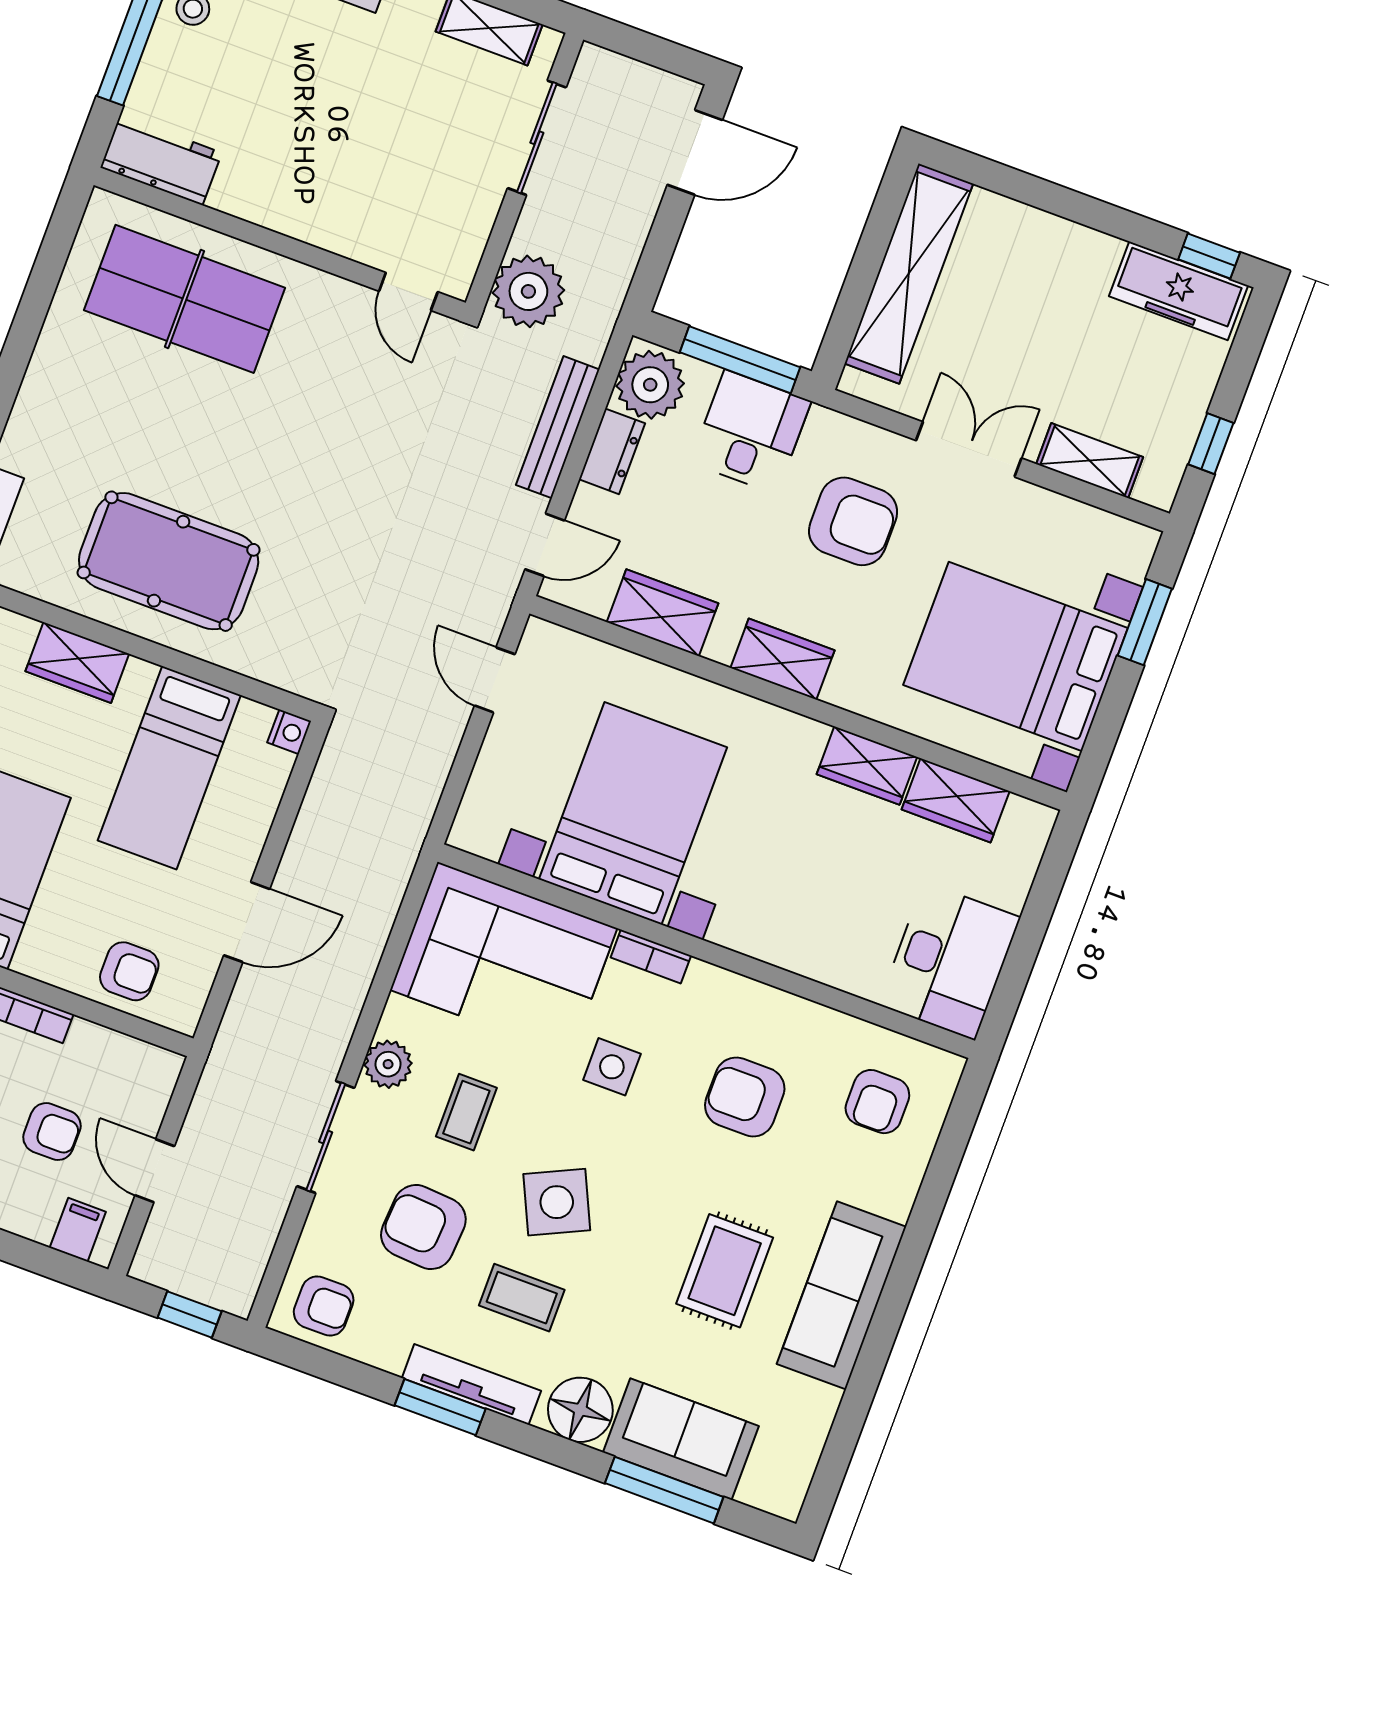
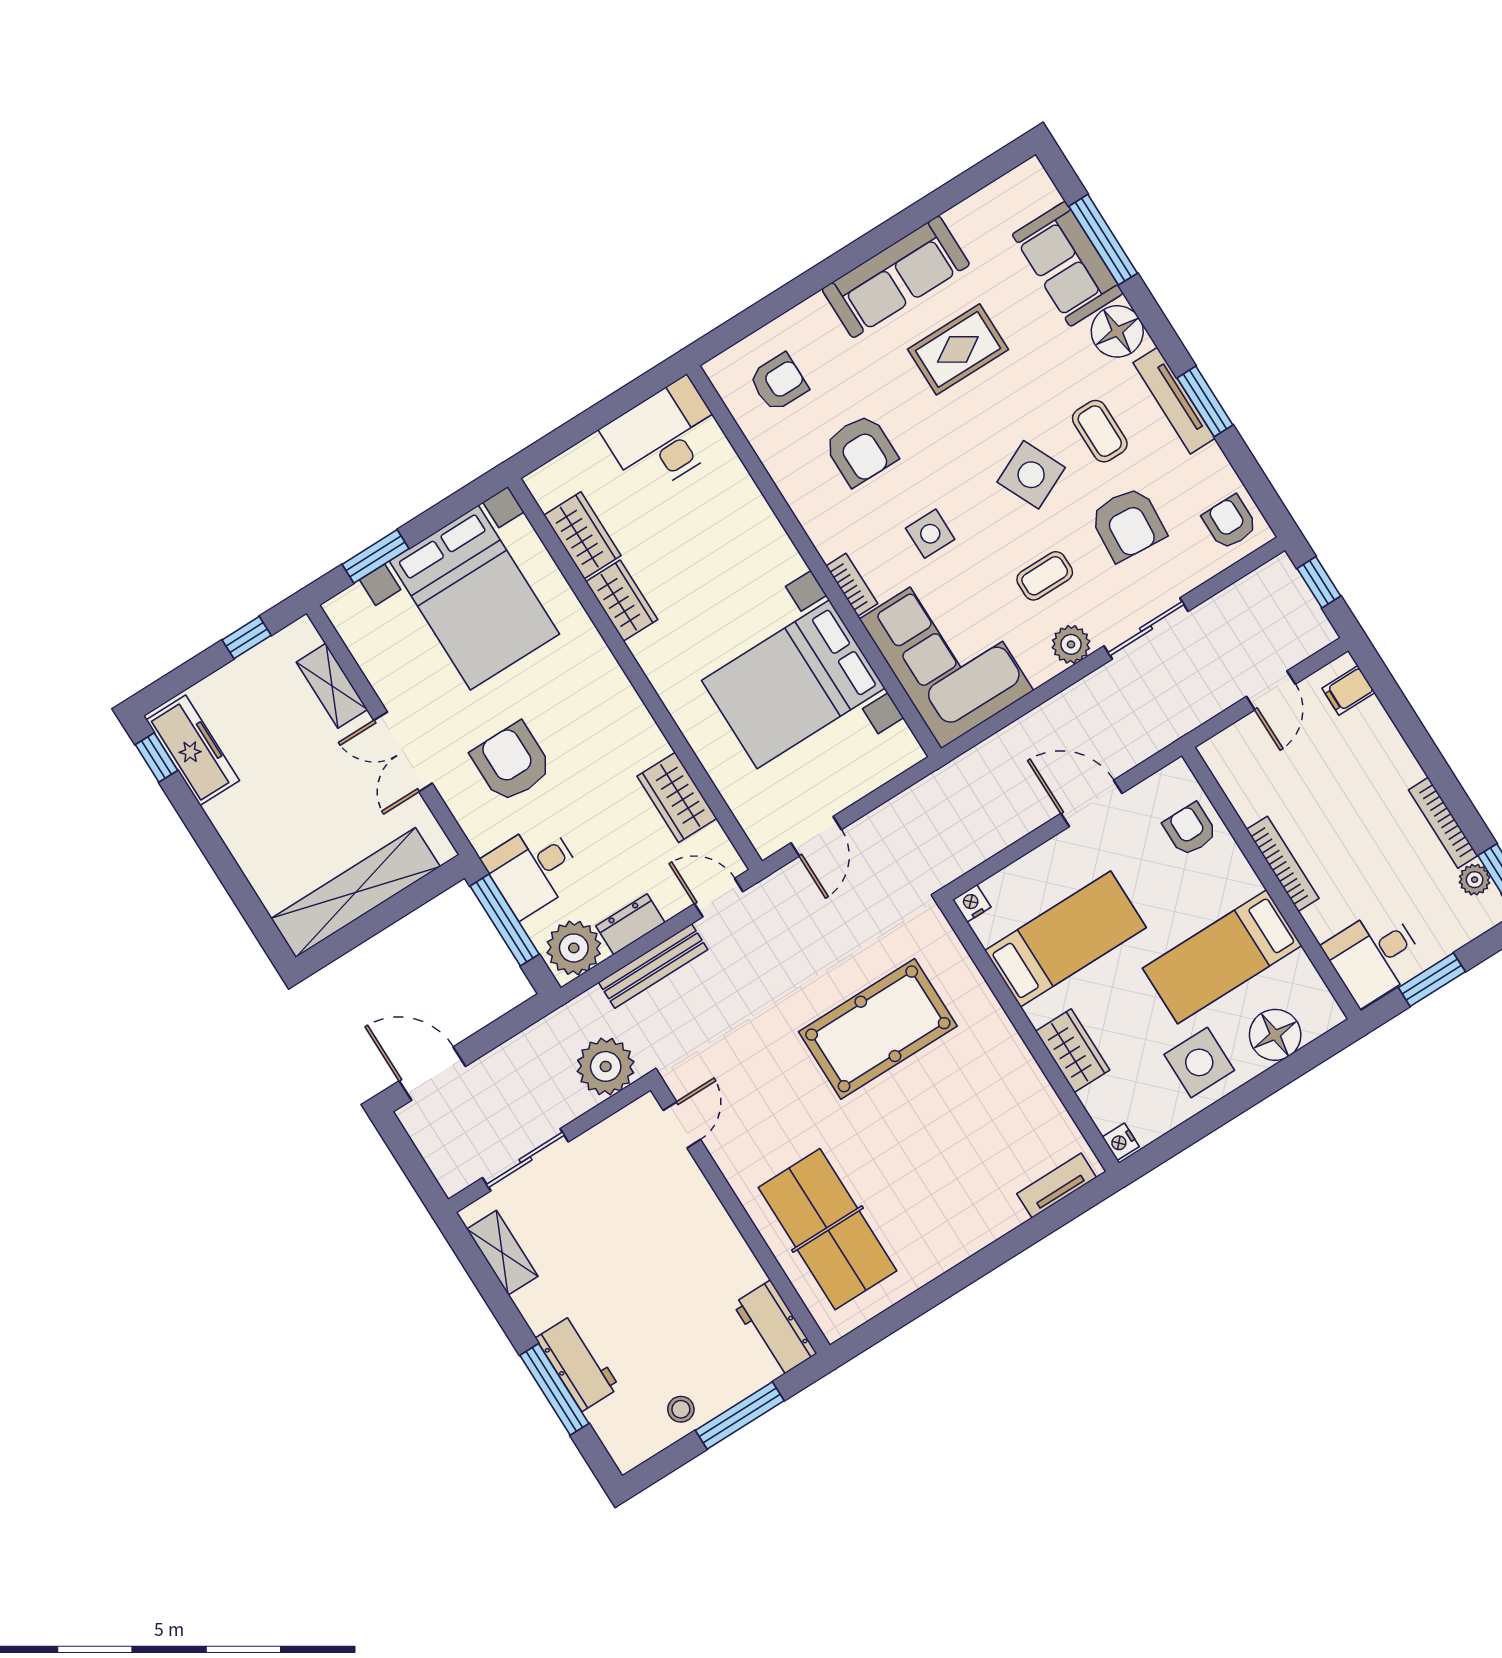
pool table: (169, 561) -> (878, 1029), moved, turned 90
wardrobe: (783, 659) -> (623, 709), removed
armchair: (52, 1132) -> (1317, 765), removed

